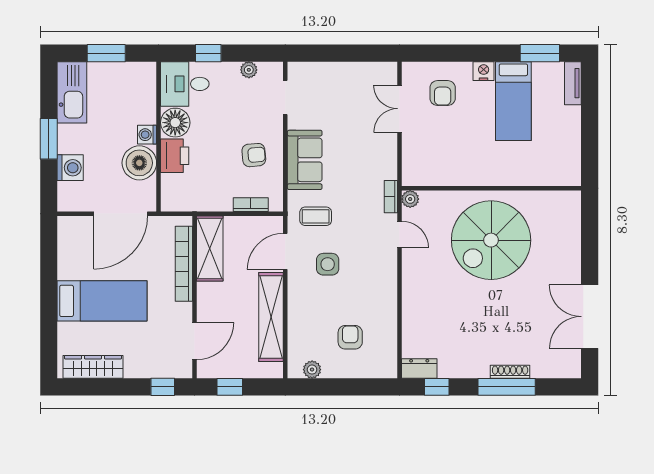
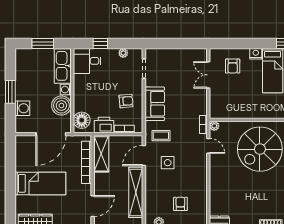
kitchen sink: (72, 92) -> (63, 66), moved, turned 180
floor lamp: (175, 123) -> (82, 120), moved
printer: (175, 156) -> (104, 125), moved, turned -90

